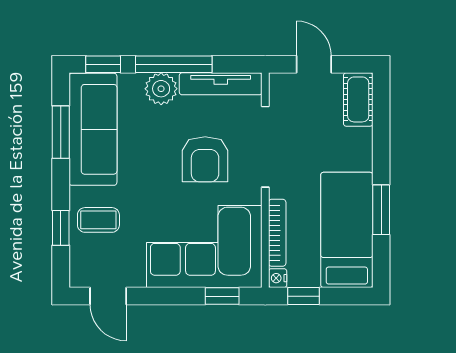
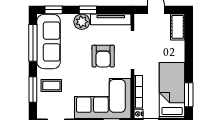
window: (174, 64) -> (88, 10), width x0.46
window: (61, 132) -> (33, 43), width x1.44
window: (381, 210) -> (189, 95), moved
window: (61, 228) -> (33, 89), width x1.50

